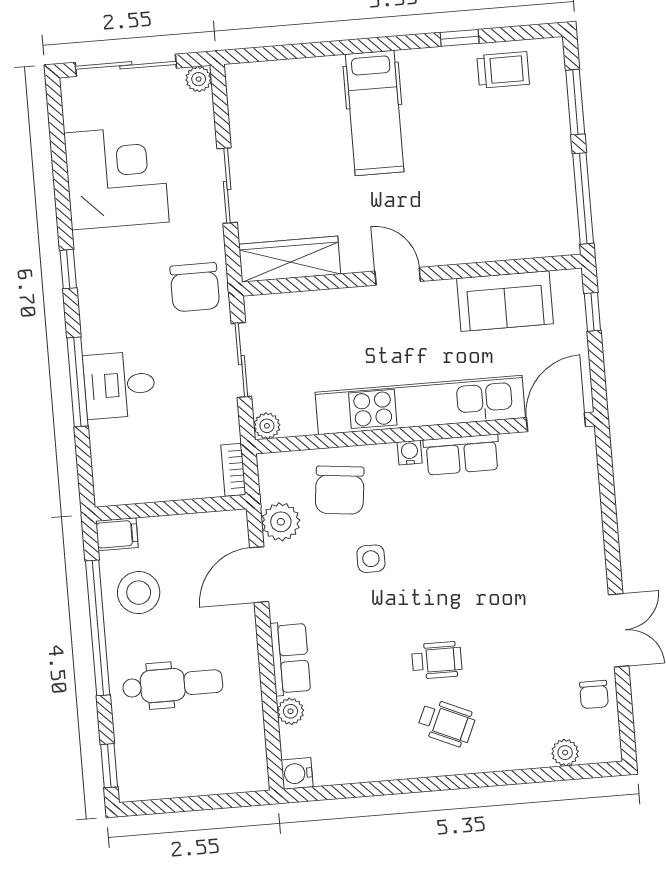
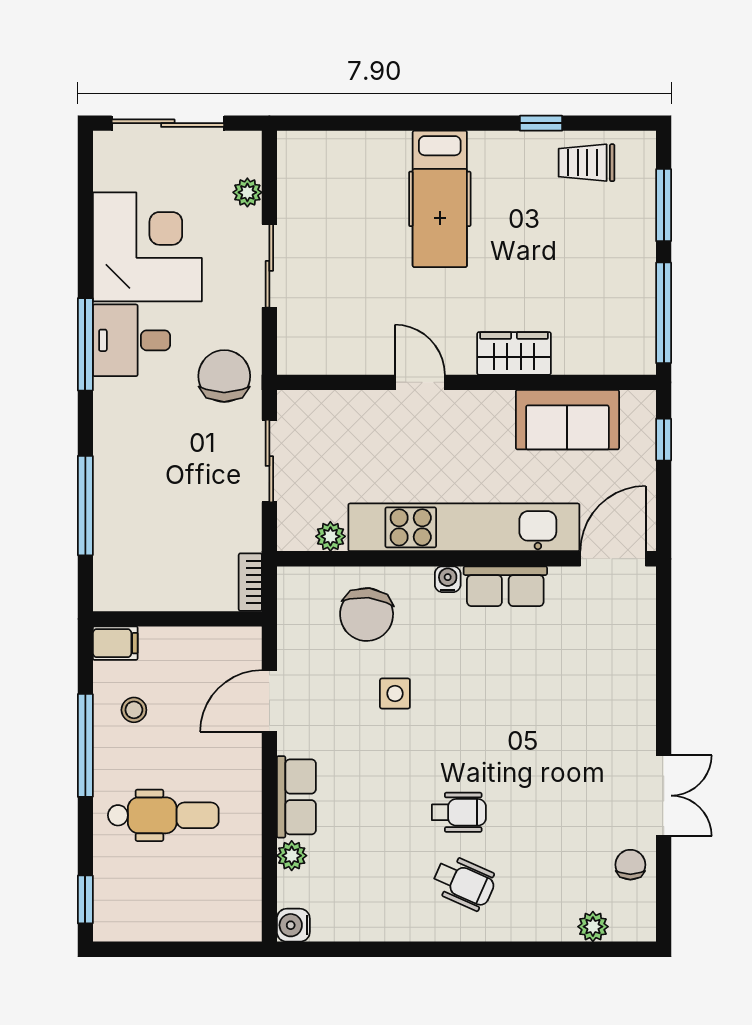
trolley: (503, 70) -> (586, 163), turned 180
plant: (199, 79) -> (247, 192), moved
wardrobe: (290, 259) -> (514, 353), moved, width x0.67
window: (68, 269) -> (85, 344), width x2.17
door: (398, 276) -> (420, 382), moved
chair: (195, 287) -> (224, 376), turned 180
window: (78, 382) -> (85, 506), moved
desk: (119, 385) -> (132, 340), moved
plant: (267, 426) -> (330, 536), moved
plant: (281, 522) -> (298, 644), removed
stool: (139, 593) -> (134, 710), width x0.53, depth x0.53
window: (98, 628) -> (85, 745), width x0.68
chair: (594, 694) -> (630, 865), turned 180

